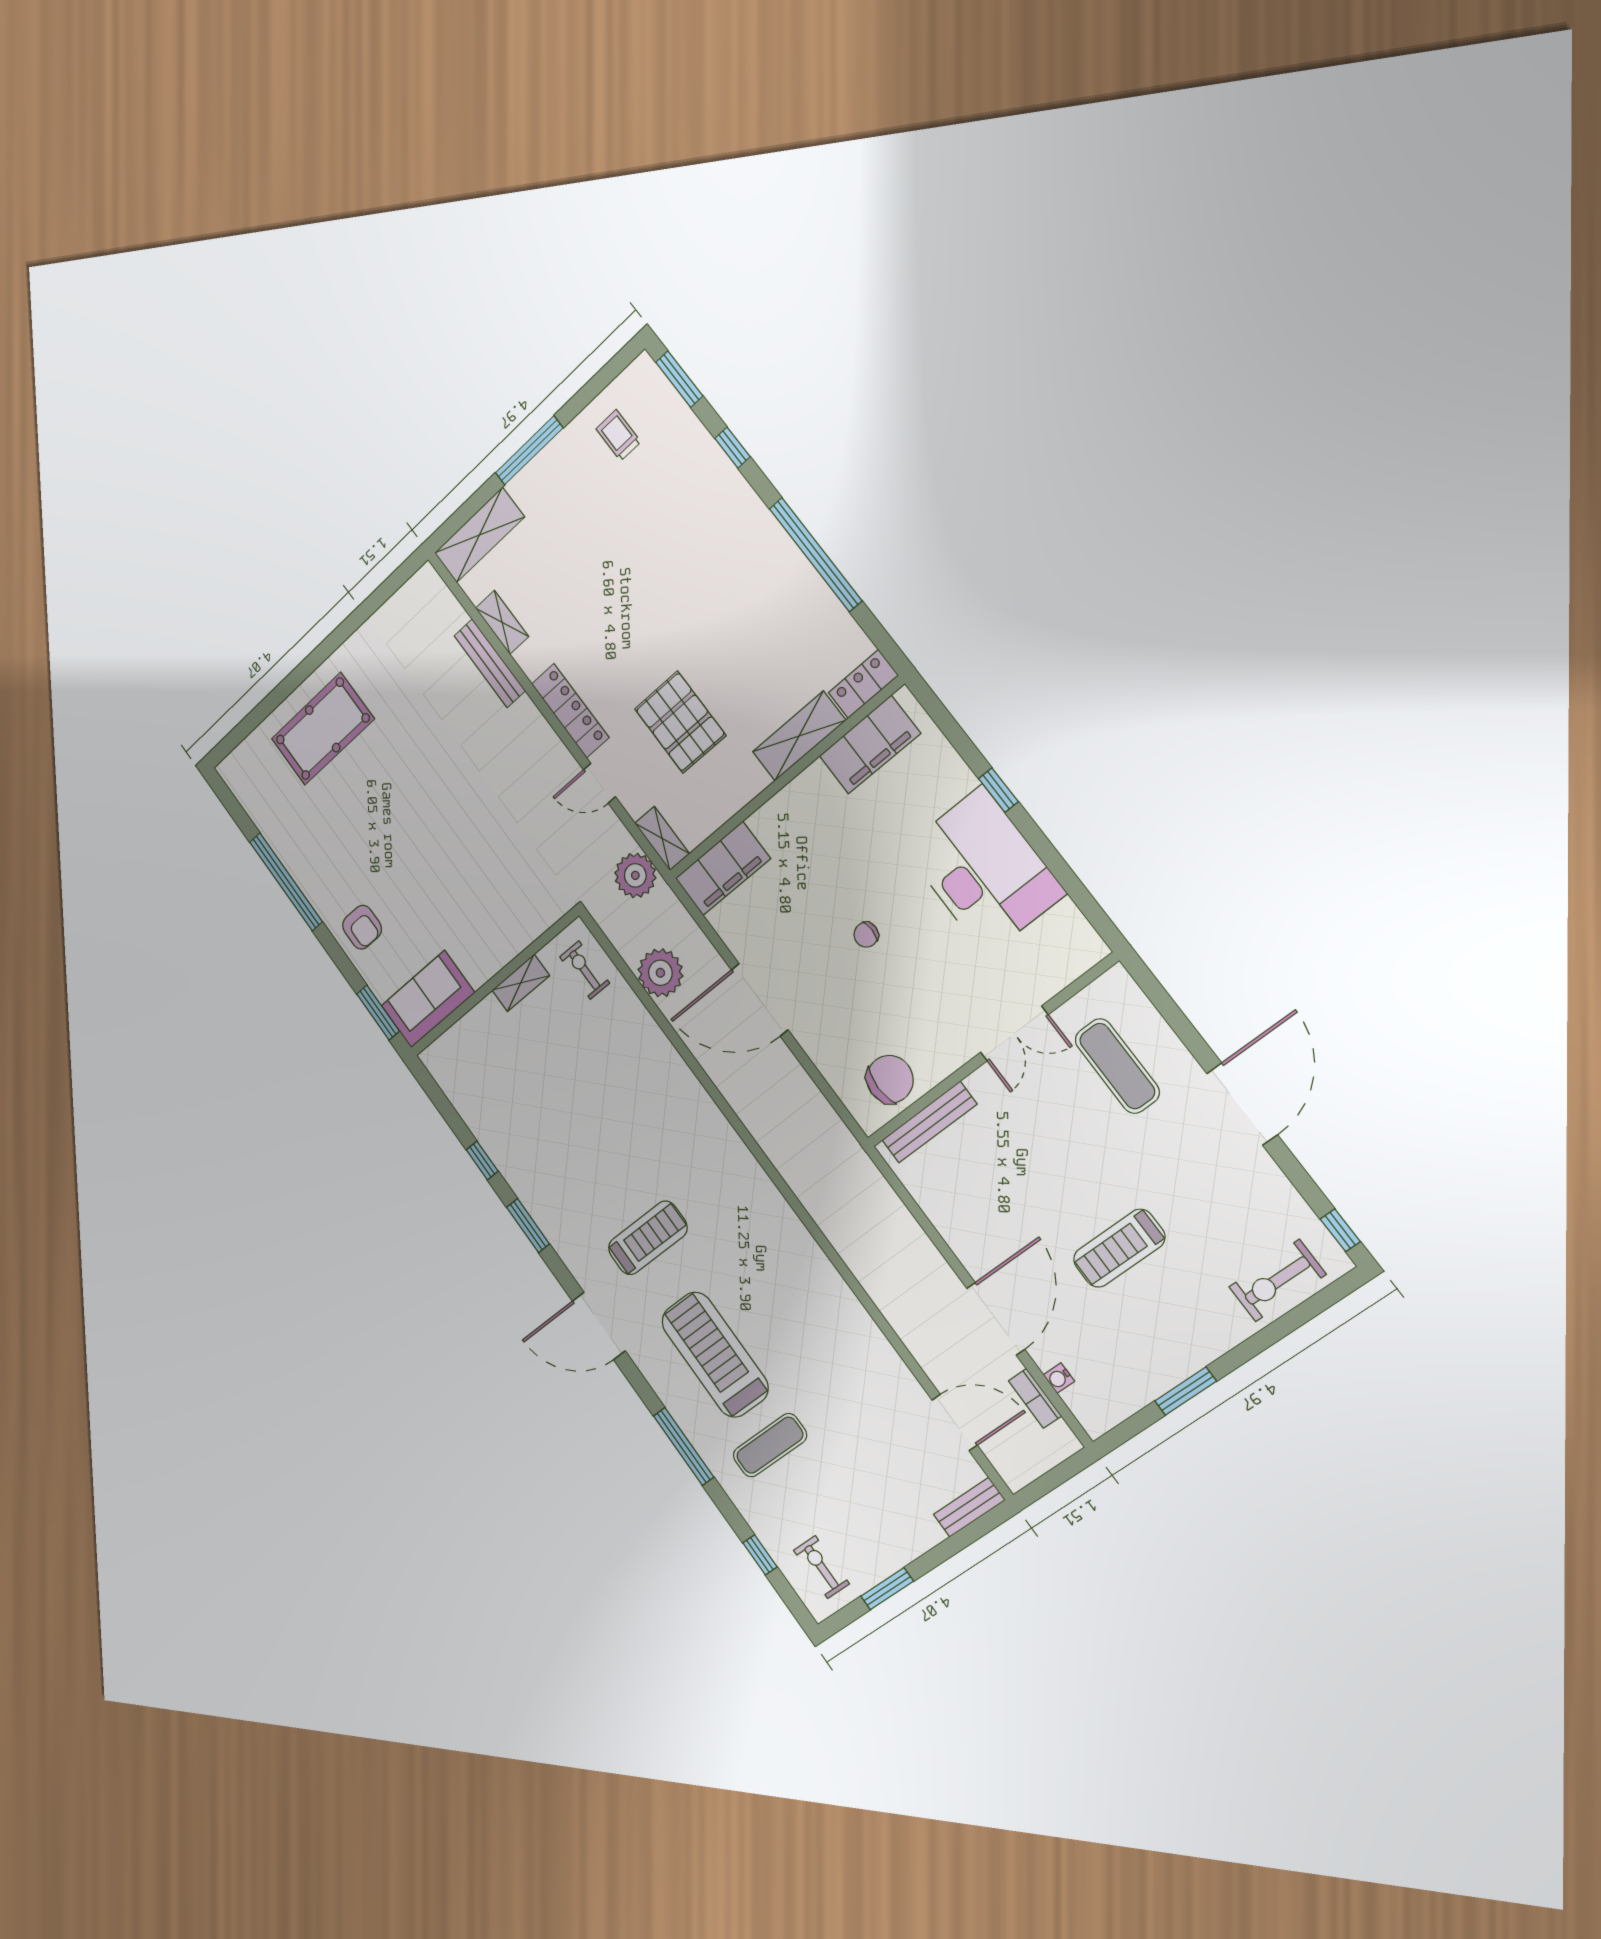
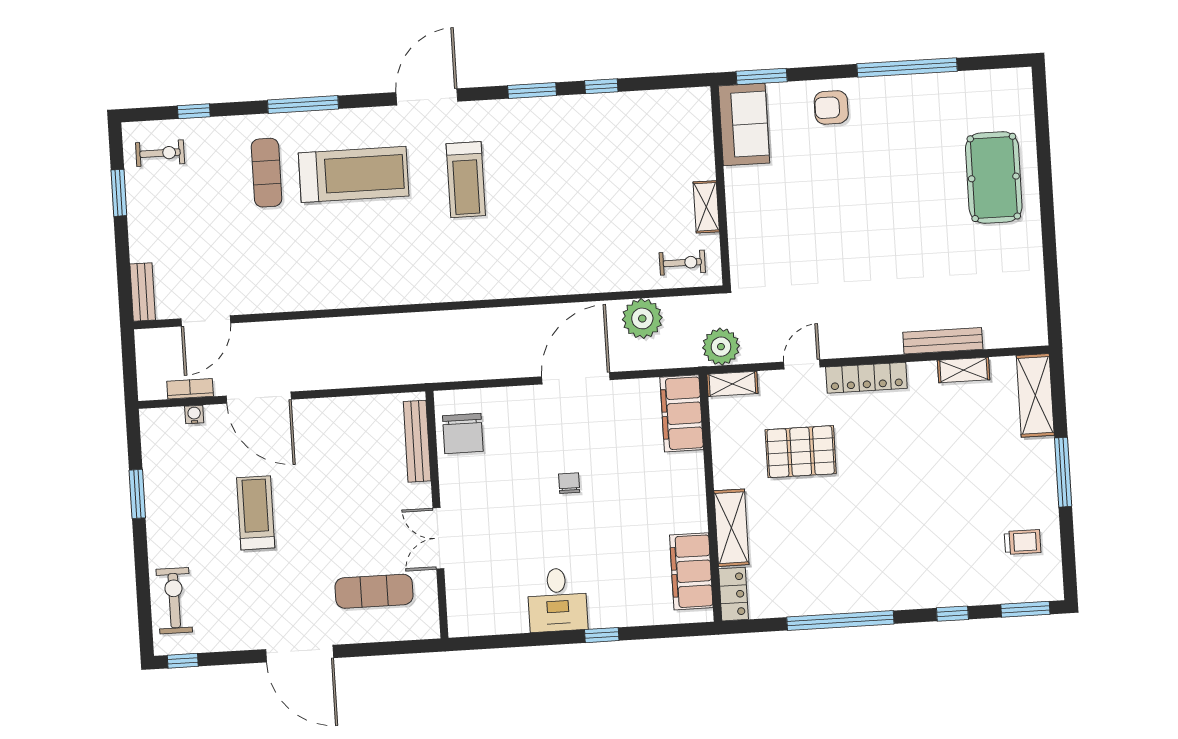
desk: (984, 871) -> (557, 600), width x0.53, depth x0.77

